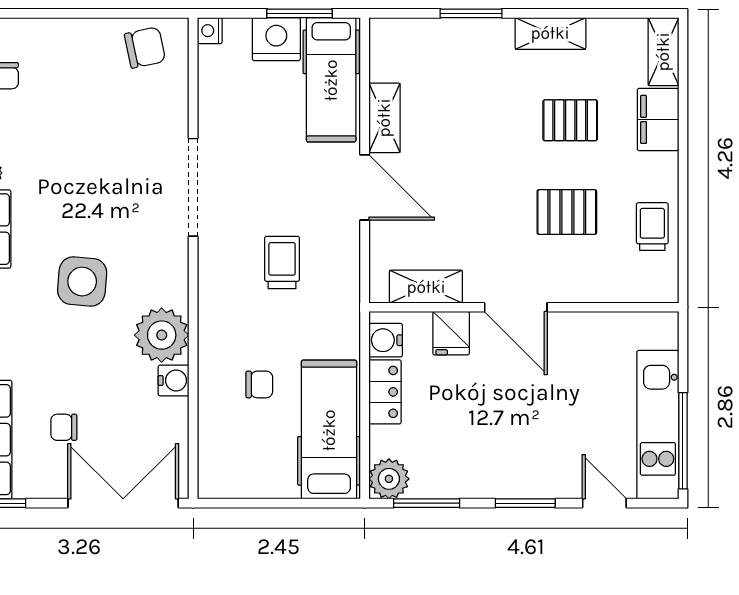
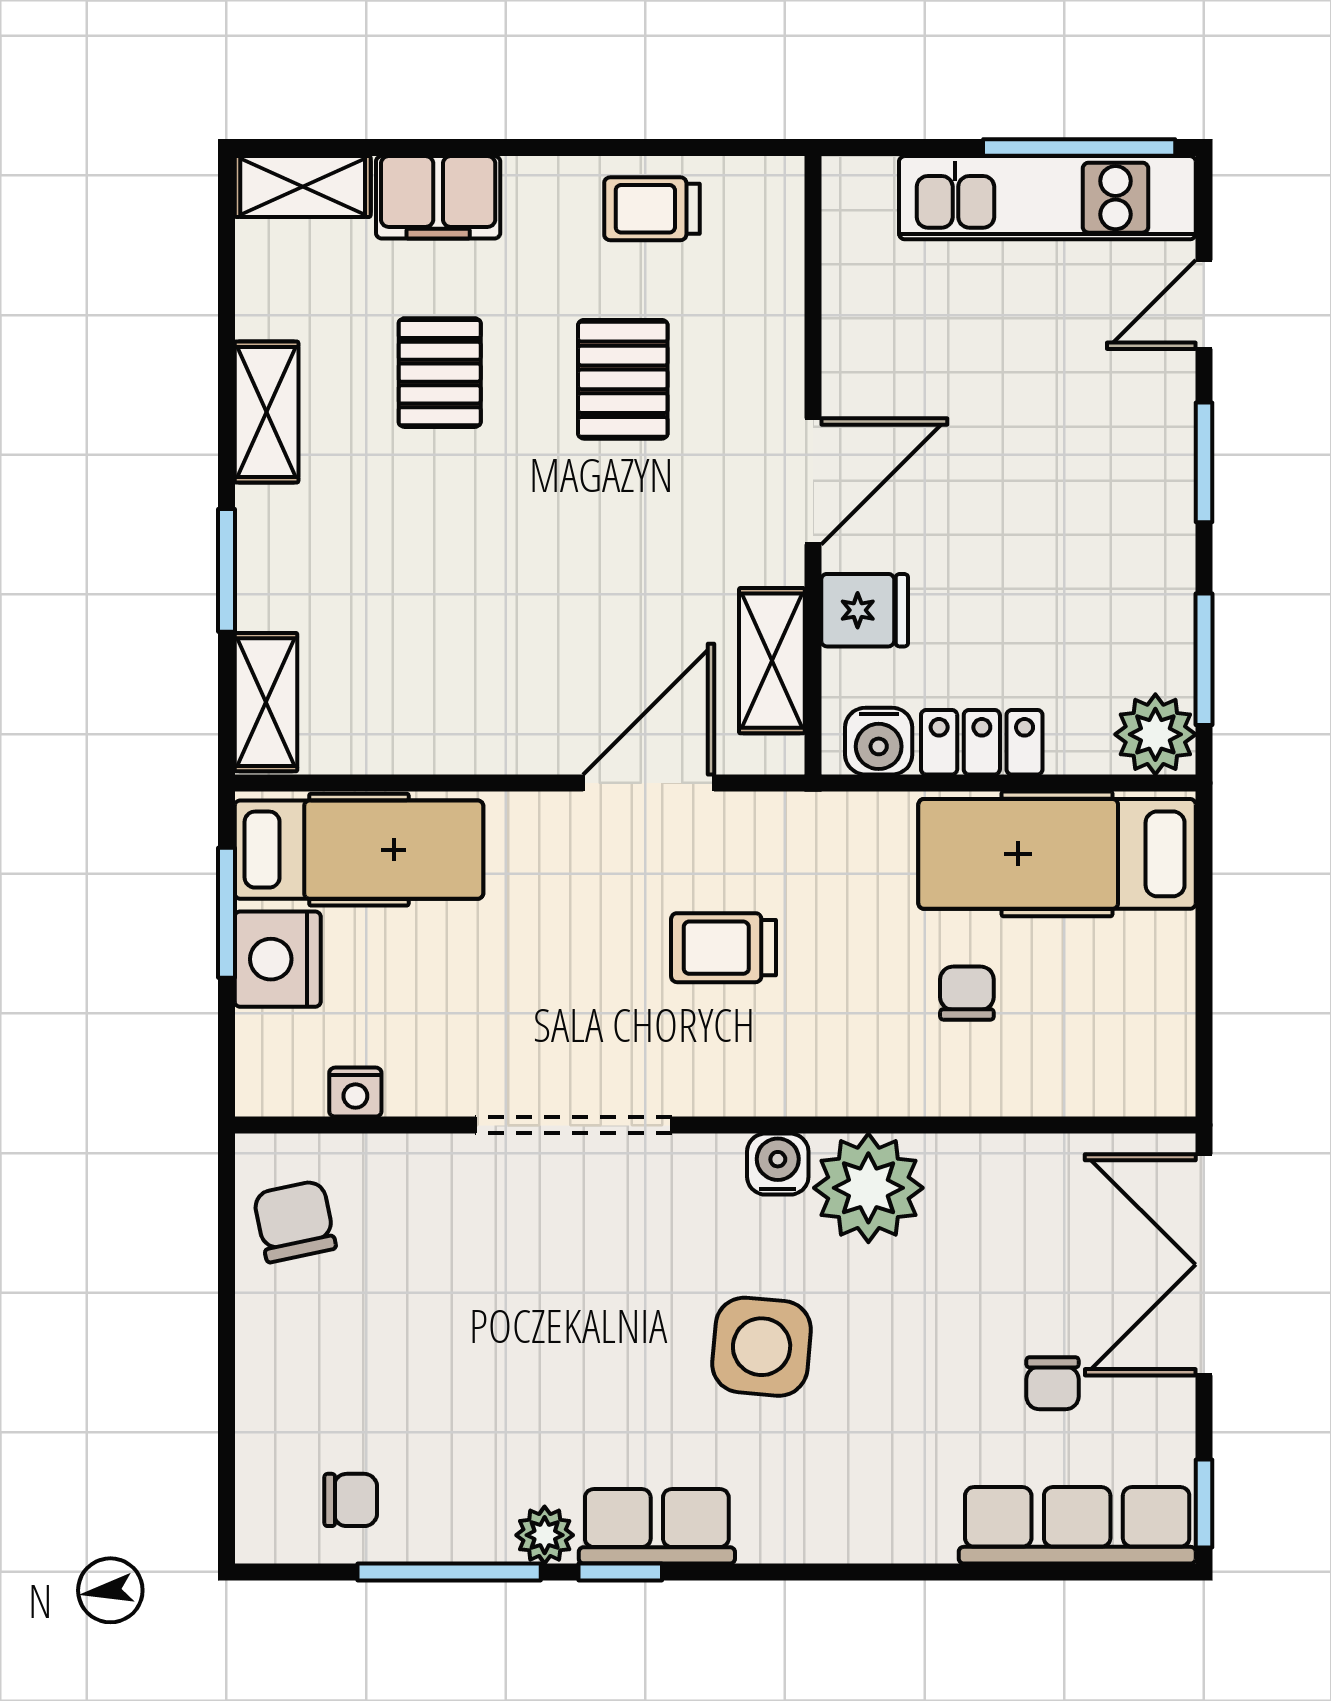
nightstand: (210, 31) -> (355, 1092), moved
shelving: (384, 118) -> (266, 702), moved, turned 90
door: (365, 187) -> (649, 783), moved
water cooler: (174, 380) -> (778, 1164), moved

